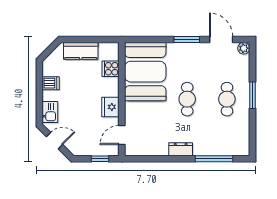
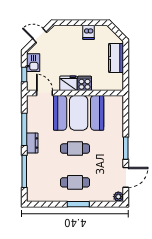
cooker: (111, 69) -> (85, 83), moved
booth: (145, 72) -> (79, 113), moved
kitchen sink: (50, 112) -> (33, 63), moved, turned -90
door: (54, 141) -> (40, 36), swing flipped
window: (165, 159) -> (24, 129), added

